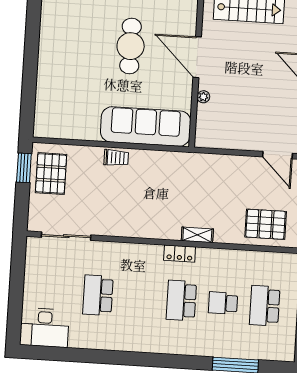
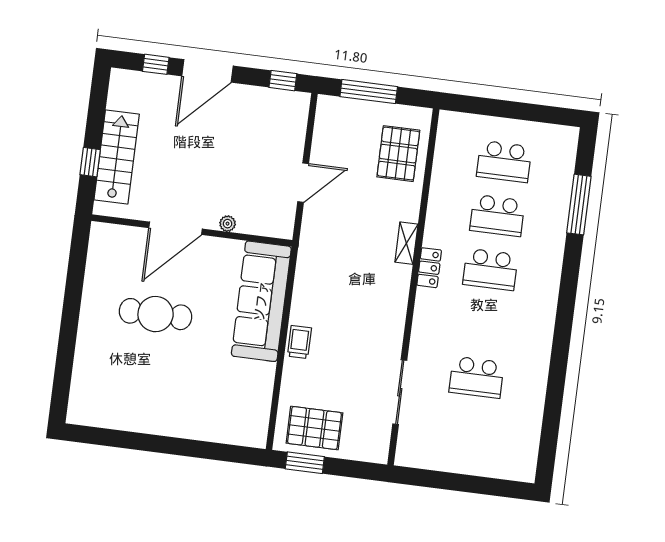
door: (277, 155) -> (303, 183), moved
sliding door: (66, 236) -> (400, 392), moved
school desk: (223, 303) -> (497, 215), width x1.85
desk: (44, 328) -> (514, 450), removed

